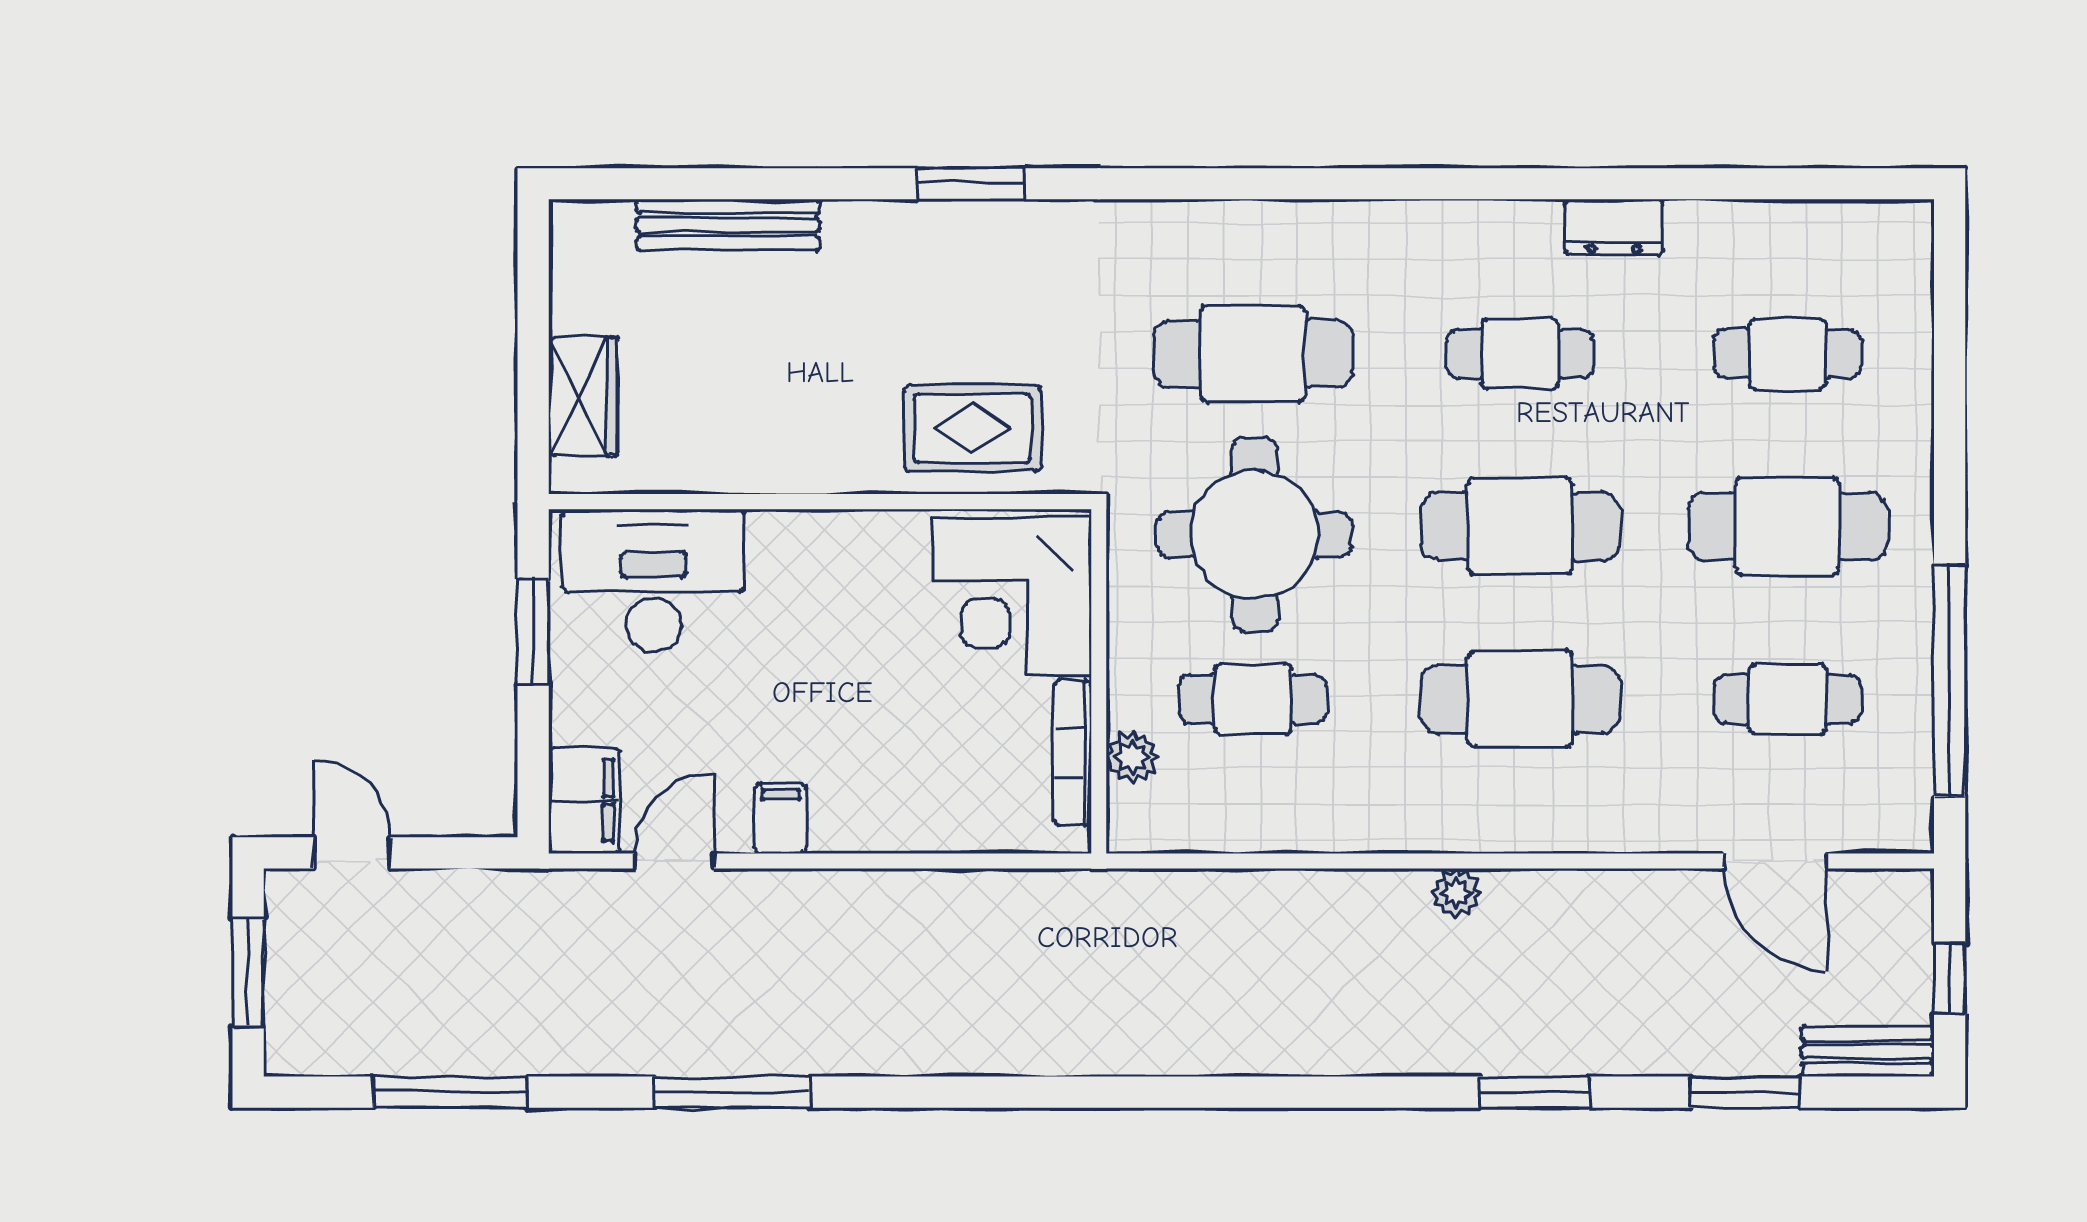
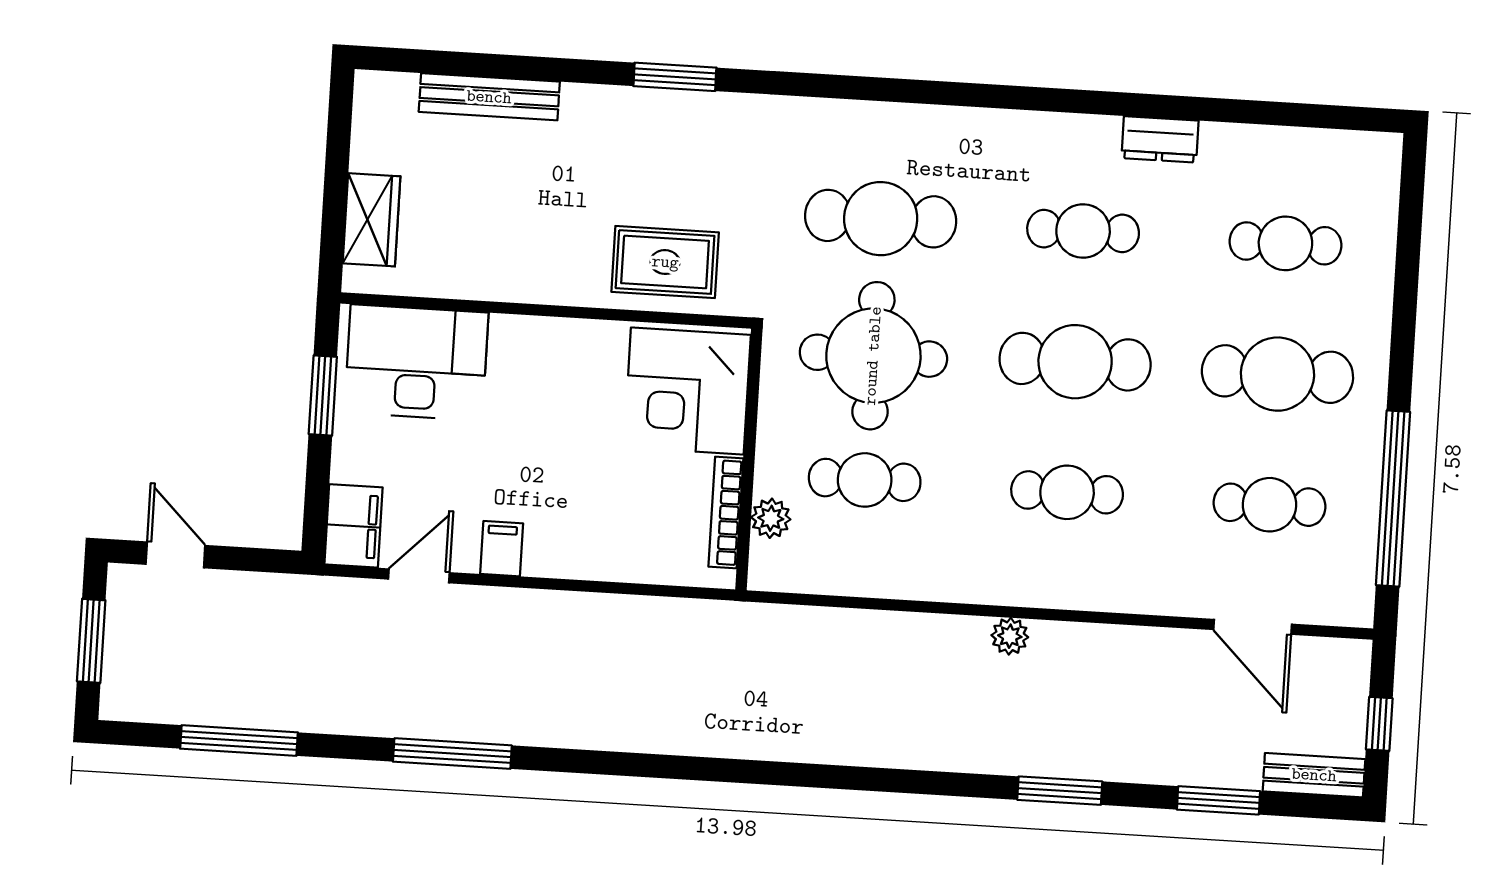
cafe table: (1520, 699) -> (1067, 492), width x0.73, depth x0.74

